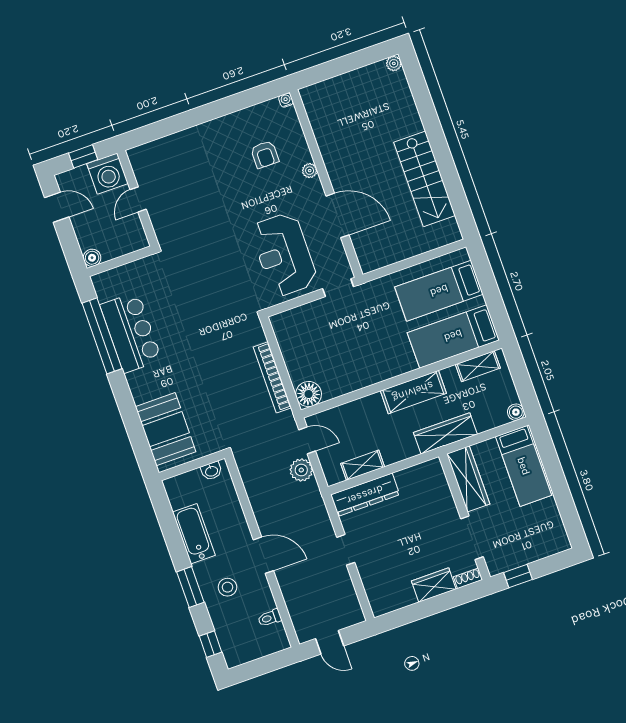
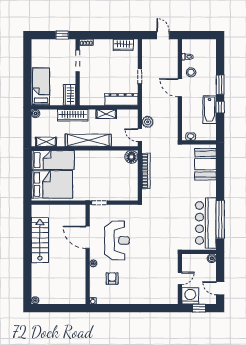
reception desk: (284, 255) -> (117, 240), moved
bed: (439, 291) -> (52, 184), width x1.50
bar counter: (131, 332) -> (206, 223), width x1.36
shelving: (413, 392) -> (88, 140), width x1.47
shelving: (363, 465) -> (106, 114), moved
wardrobe: (468, 479) -> (70, 95), width x0.67
wardrobe: (434, 585) -> (123, 45), moved
stool: (227, 587) -> (191, 72), moved
window: (210, 644) -> (220, 107), moved

